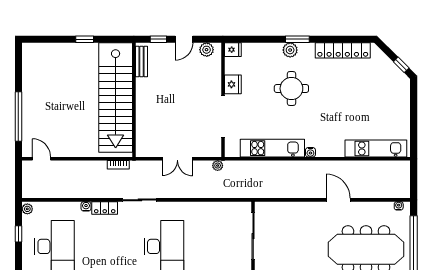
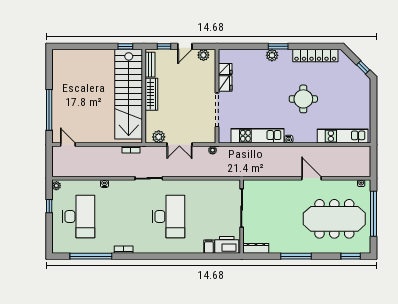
window: (85, 39) -> (125, 46), moved
fridge: (233, 50) -> (225, 69), moved
round table: (291, 89) -> (303, 99), moved
wardrobe: (143, 98) -> (151, 94), added
plant: (152, 149) -> (159, 137), added
locker: (105, 208) -> (120, 185), removed

